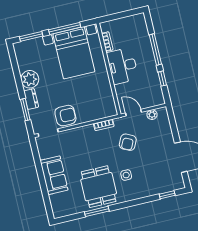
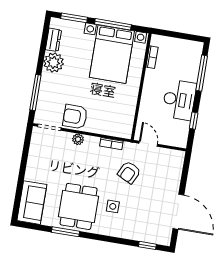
window: (155, 49) -> (202, 73), moved
desk: (122, 66) -> (179, 100), moved, turned 180
dresser: (31, 99) -> (53, 40), moved
window: (25, 110) -> (35, 93), width x1.44
plant: (152, 115) -> (78, 139), moved
armchair: (65, 116) -> (75, 117), turned 180
sofa: (54, 175) -> (32, 203), moved

